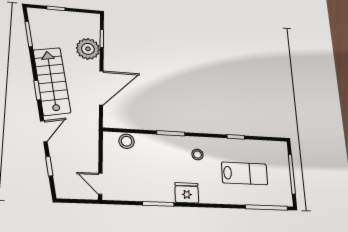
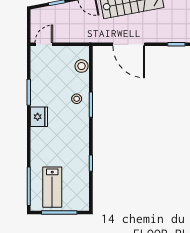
plant: (88, 49) -> (165, 32), removed
stool: (197, 155) -> (77, 99), moved
lab bench: (245, 173) -> (52, 187), moved

